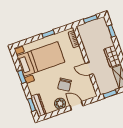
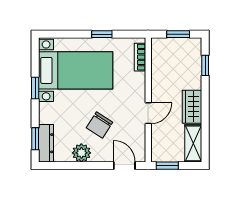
door: (89, 69) -> (148, 113), swing flipped
door: (77, 106) -> (124, 166), moved

